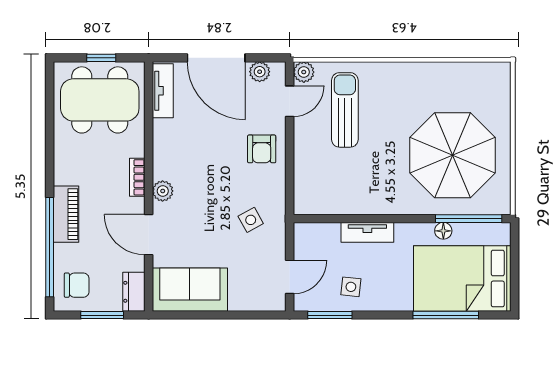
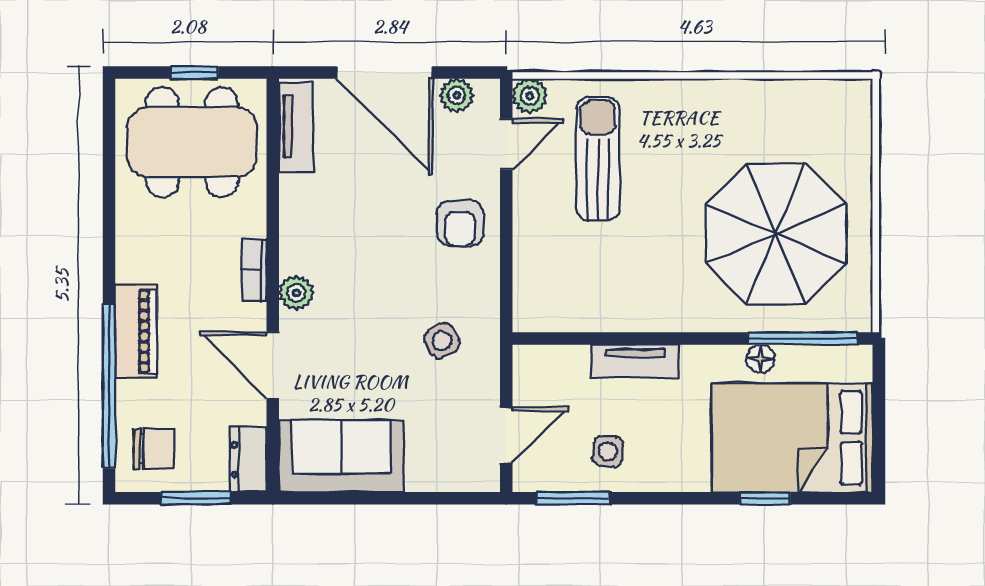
window: (446, 315) -> (765, 498), width x0.46

